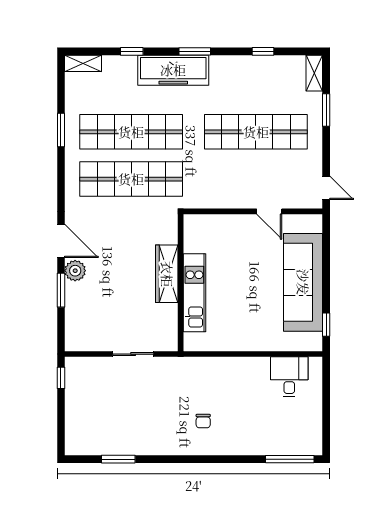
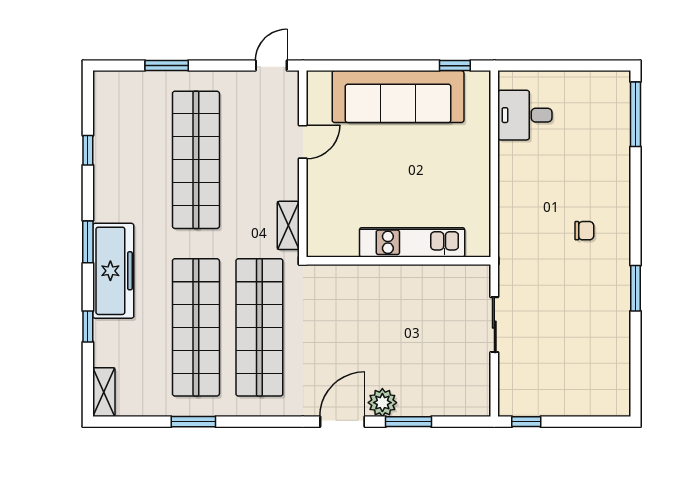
shelving: (314, 73) -> (288, 225), moved, turned 90
wardrobe: (167, 274) -> (387, 280), removed
window: (118, 459) -> (636, 288), moved

